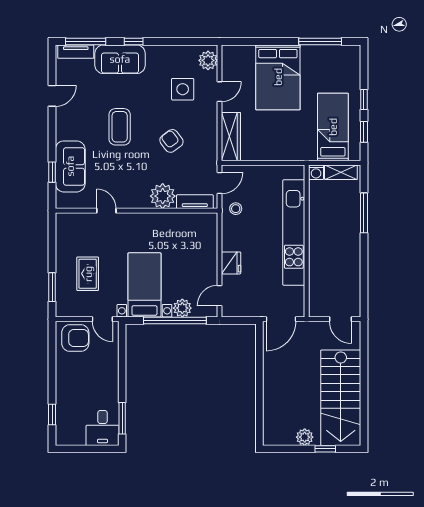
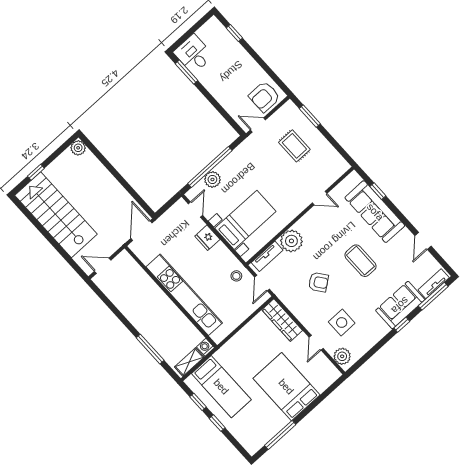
sofa: (70, 166) -> (375, 212), width x1.36
bed with nightstands: (144, 285) -> (245, 220), moved, turned -90
plant: (305, 437) -> (78, 148), moved

